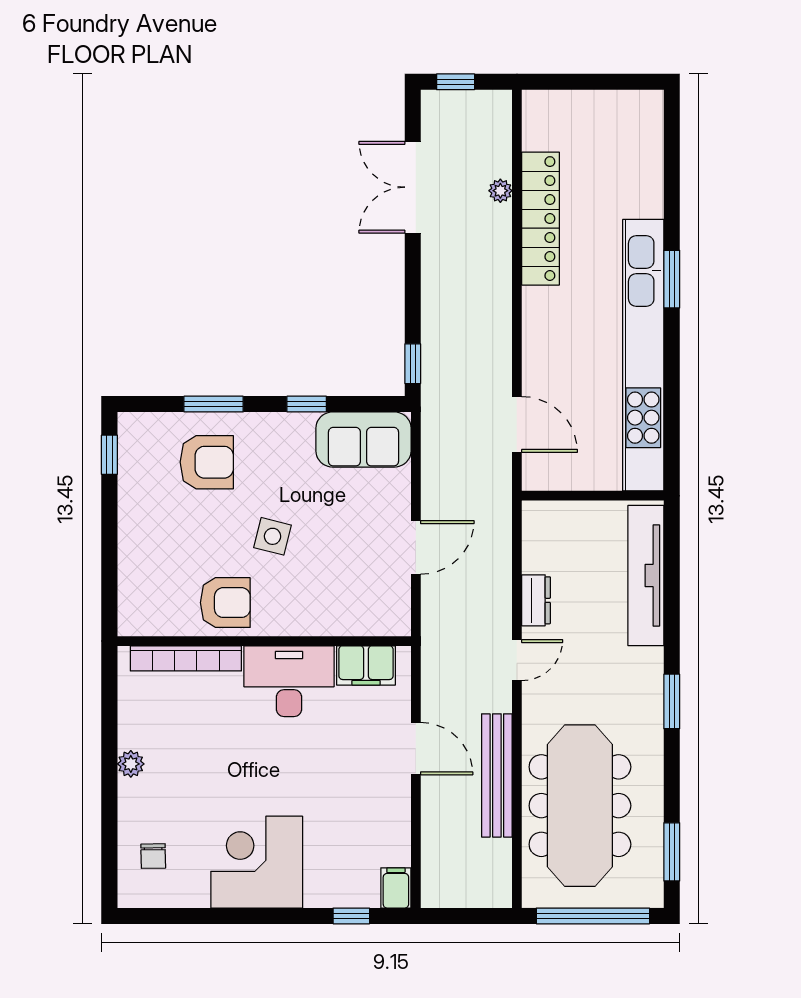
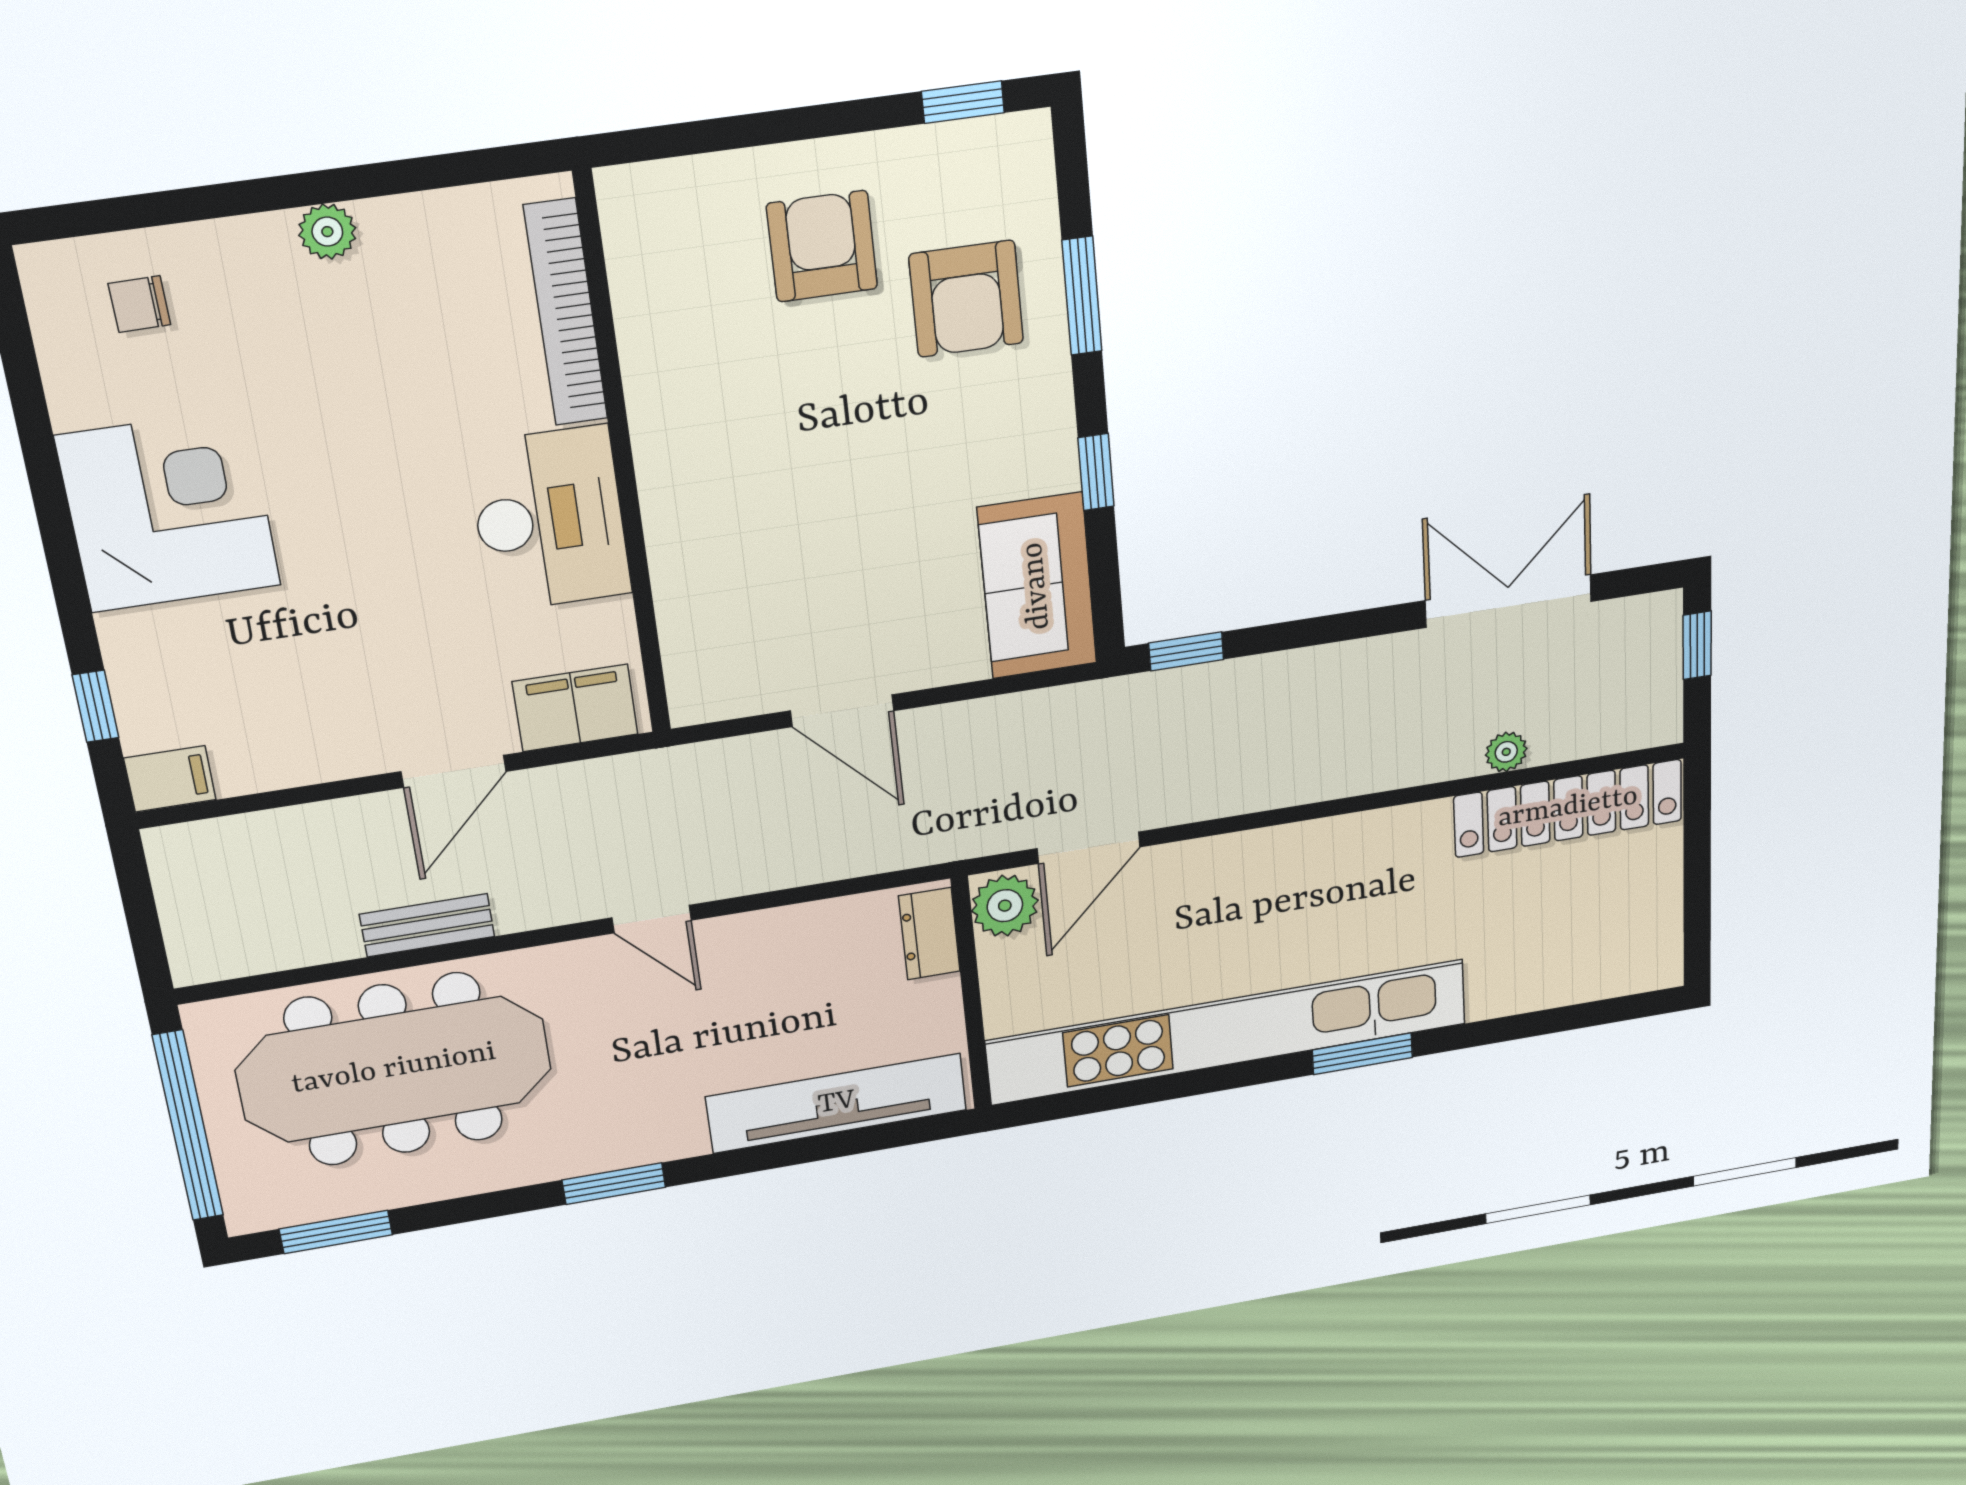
locker: (540, 219) -> (1568, 808), moved
plant: (543, 473) -> (1005, 906), added
side table: (273, 536) -> (833, 446), removed
dresser: (536, 600) -> (929, 934), moved, turned 90
armchair: (225, 603) -> (822, 246), moved, turned 180
filing cabinet: (366, 665) -> (575, 708), moved, turned 90
bench: (497, 775) -> (427, 925), width x0.54, depth x0.82

